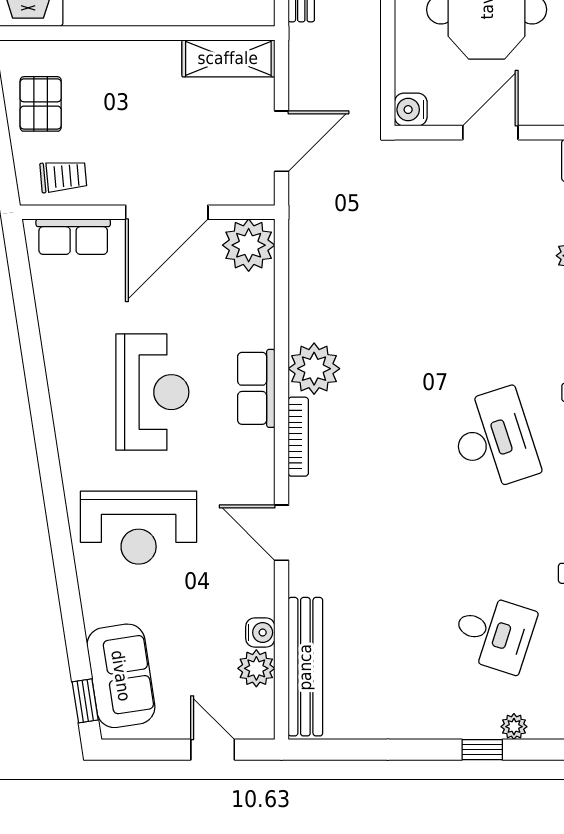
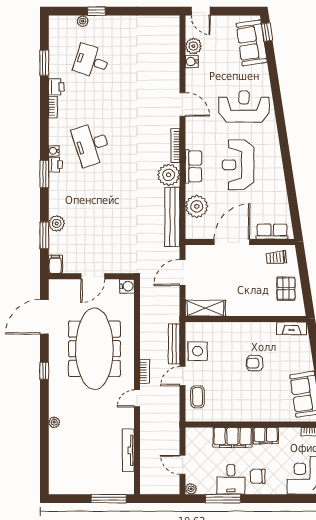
plant: (249, 245) -> (197, 206), moved
bench: (305, 667) -> (172, 217), moved
door: (213, 750) -> (201, 11), moved

